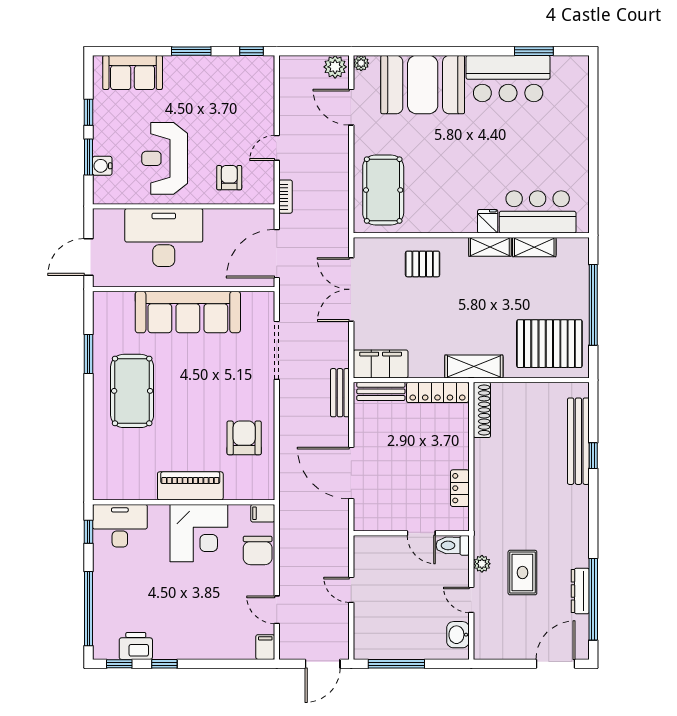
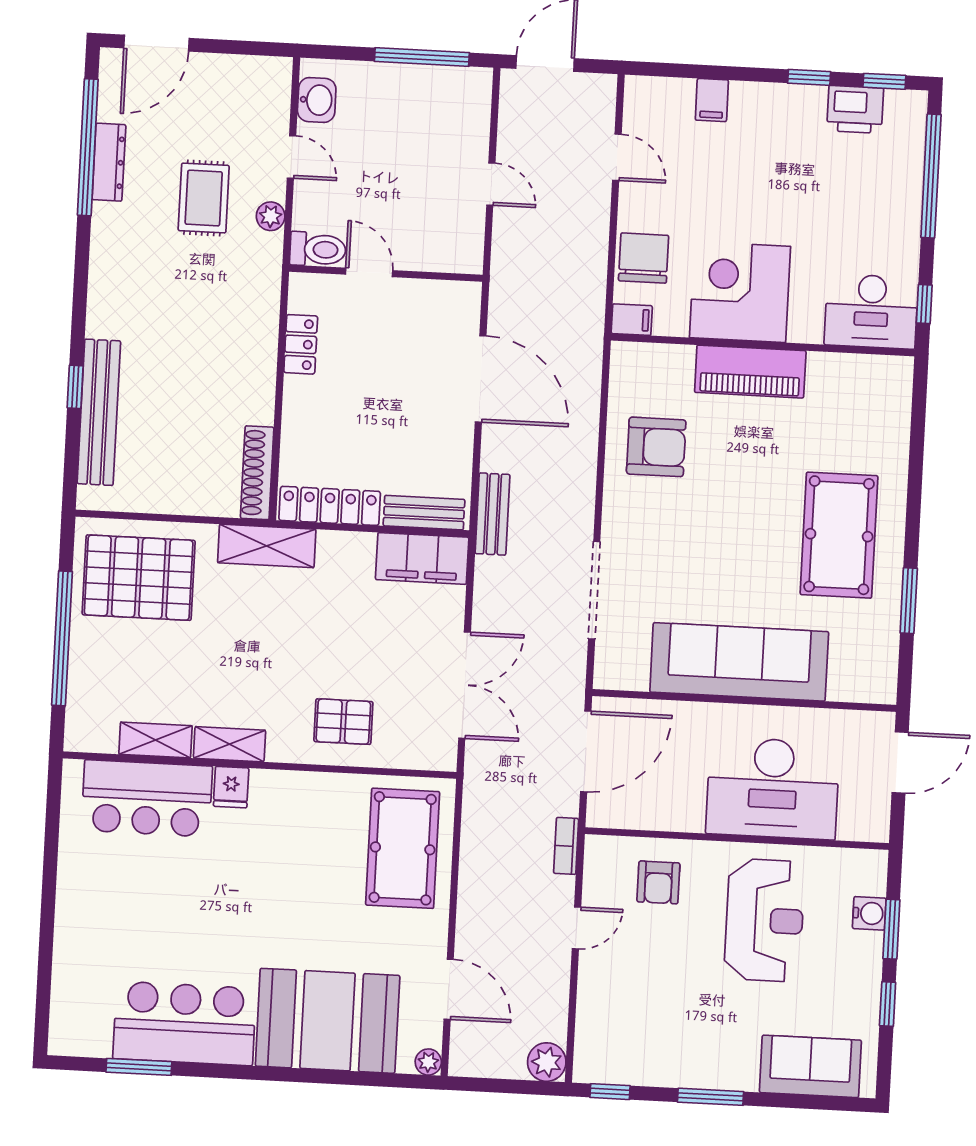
plant: (335, 67) -> (547, 1062), moved
armchair: (244, 438) -> (656, 447), turned -90
filing cabinet: (265, 647) -> (712, 100), moved

